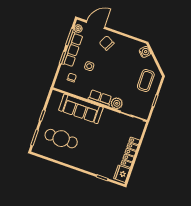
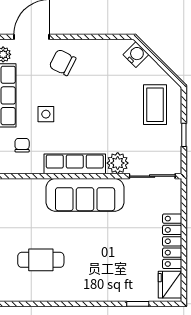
row of seats: (100, 98) -> (75, 164), width x1.48
sofa: (81, 109) -> (85, 195), moved
cafe table: (61, 139) -> (41, 260), width x0.73, depth x0.74

